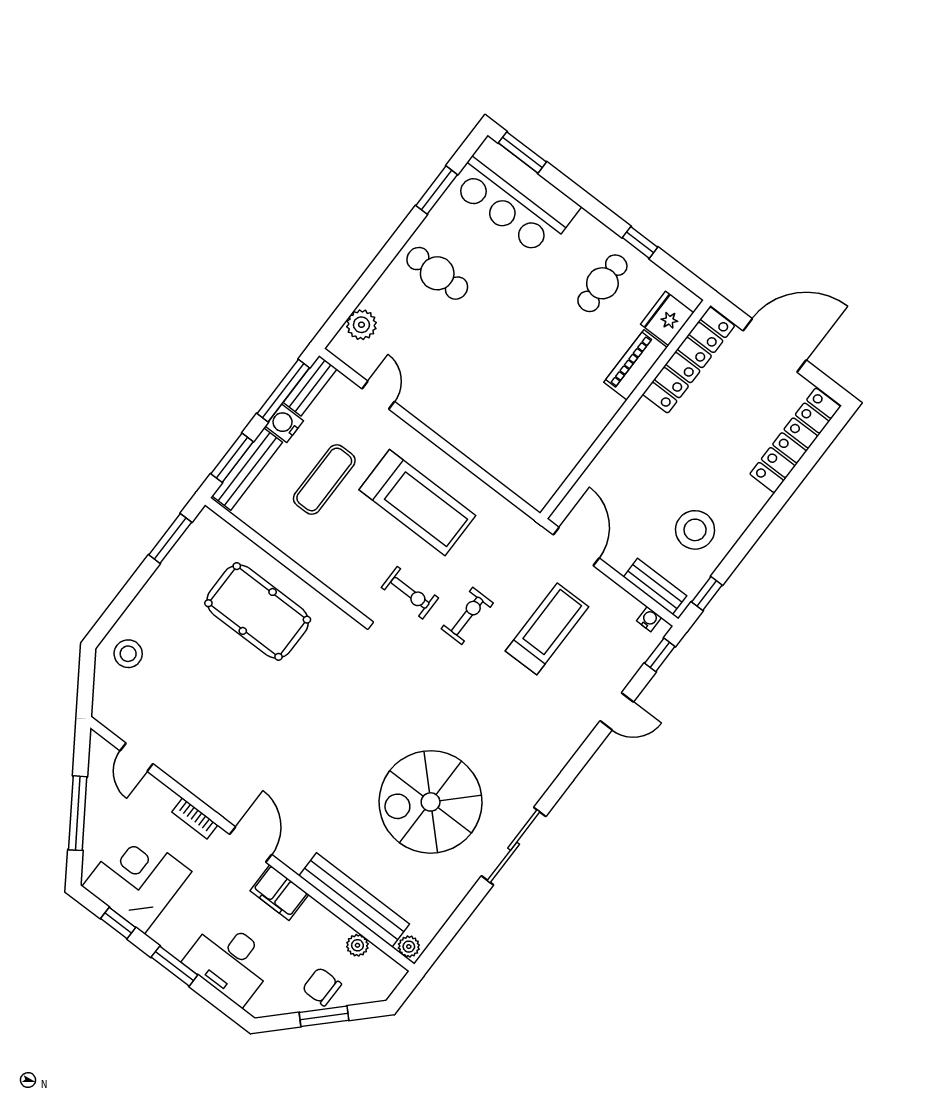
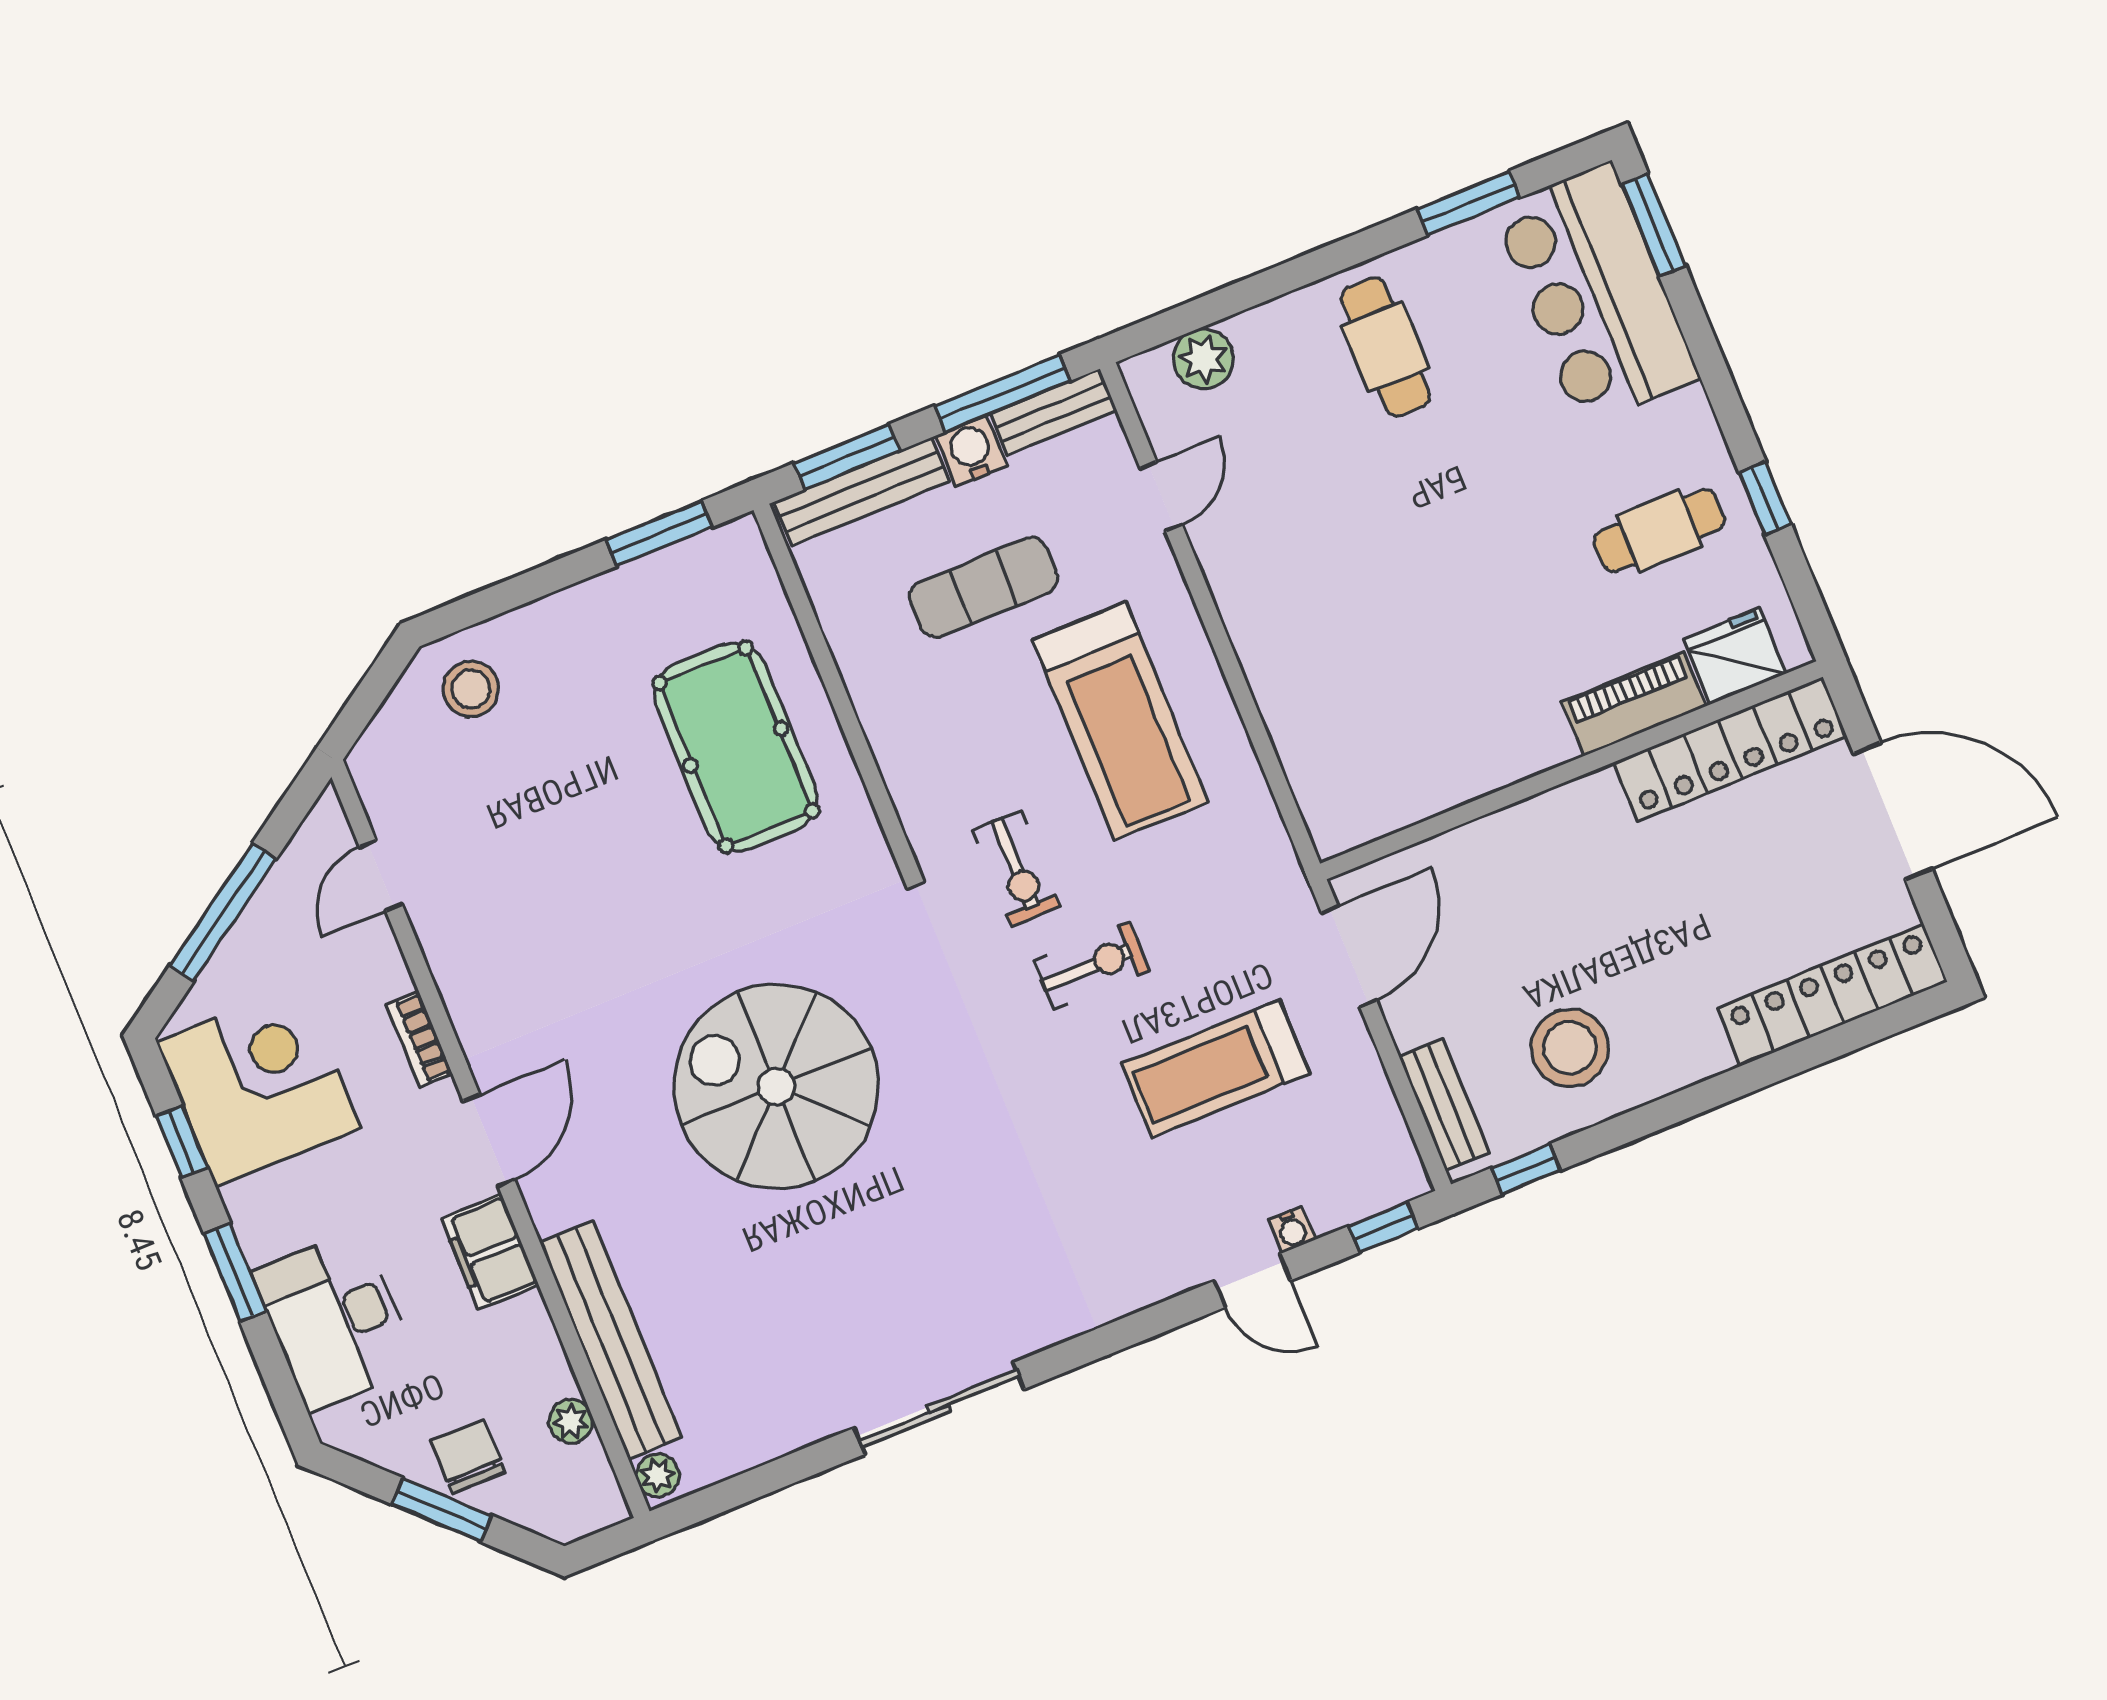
water cooler: (649, 619) -> (1292, 1230), moved, turned 90
treadmill: (547, 629) -> (1216, 1069), turned 180
spiral stairs: (431, 802) -> (776, 1086), moved

